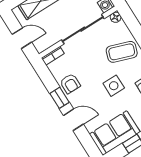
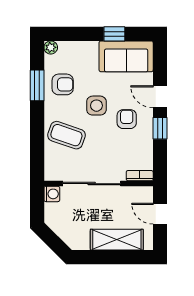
floor lamp: (116, 17) -> (50, 175), removed
armchair: (70, 84) -> (127, 119), moved

